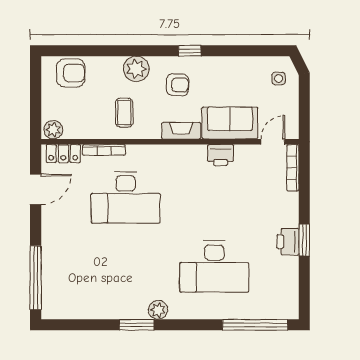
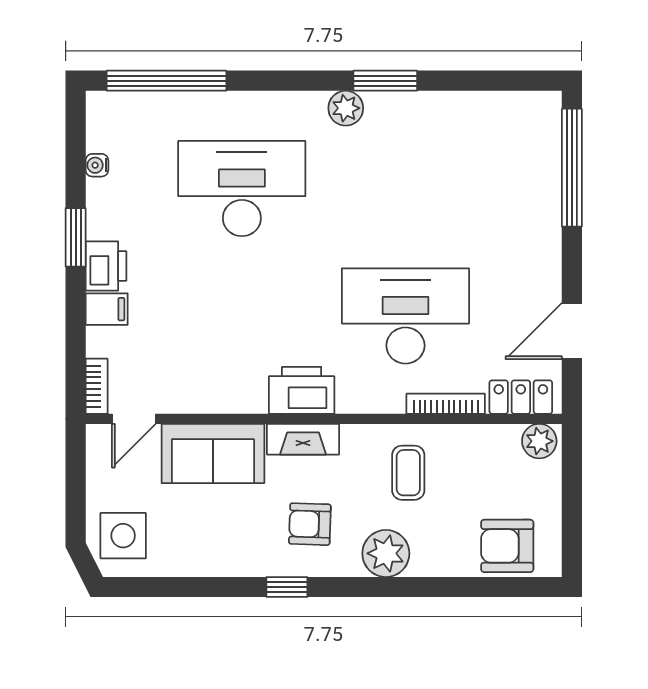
side table: (279, 79) -> (123, 536), width x1.87, depth x1.87
printer: (221, 155) -> (302, 390), moved, width x1.37, depth x1.19
bookcase: (293, 168) -> (97, 386), width x0.64
filing cabinet: (287, 201) -> (107, 309), added
printer: (288, 242) -> (106, 266), moved
water cooler: (293, 279) -> (97, 165), added

